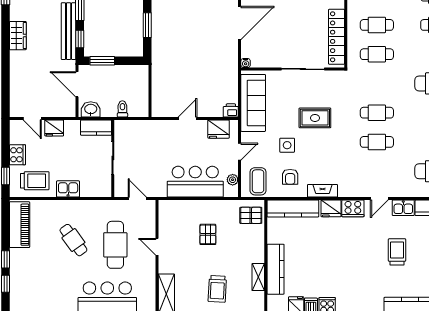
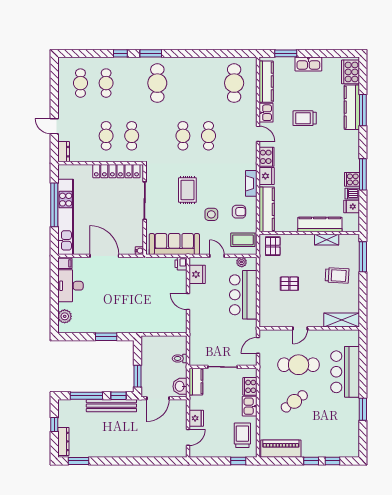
wardrobe: (18, 36) -> (115, 450), removed
cooker: (17, 155) -> (250, 386), moved, turned -90

